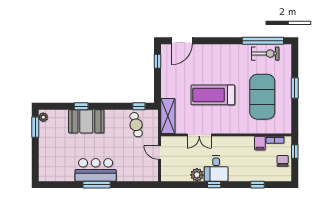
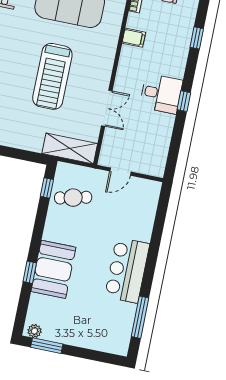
filing cabinet: (260, 143) -> (134, 38), moved
plant: (197, 175) -> (164, 123), removed
window: (97, 185) -> (140, 317), moved

